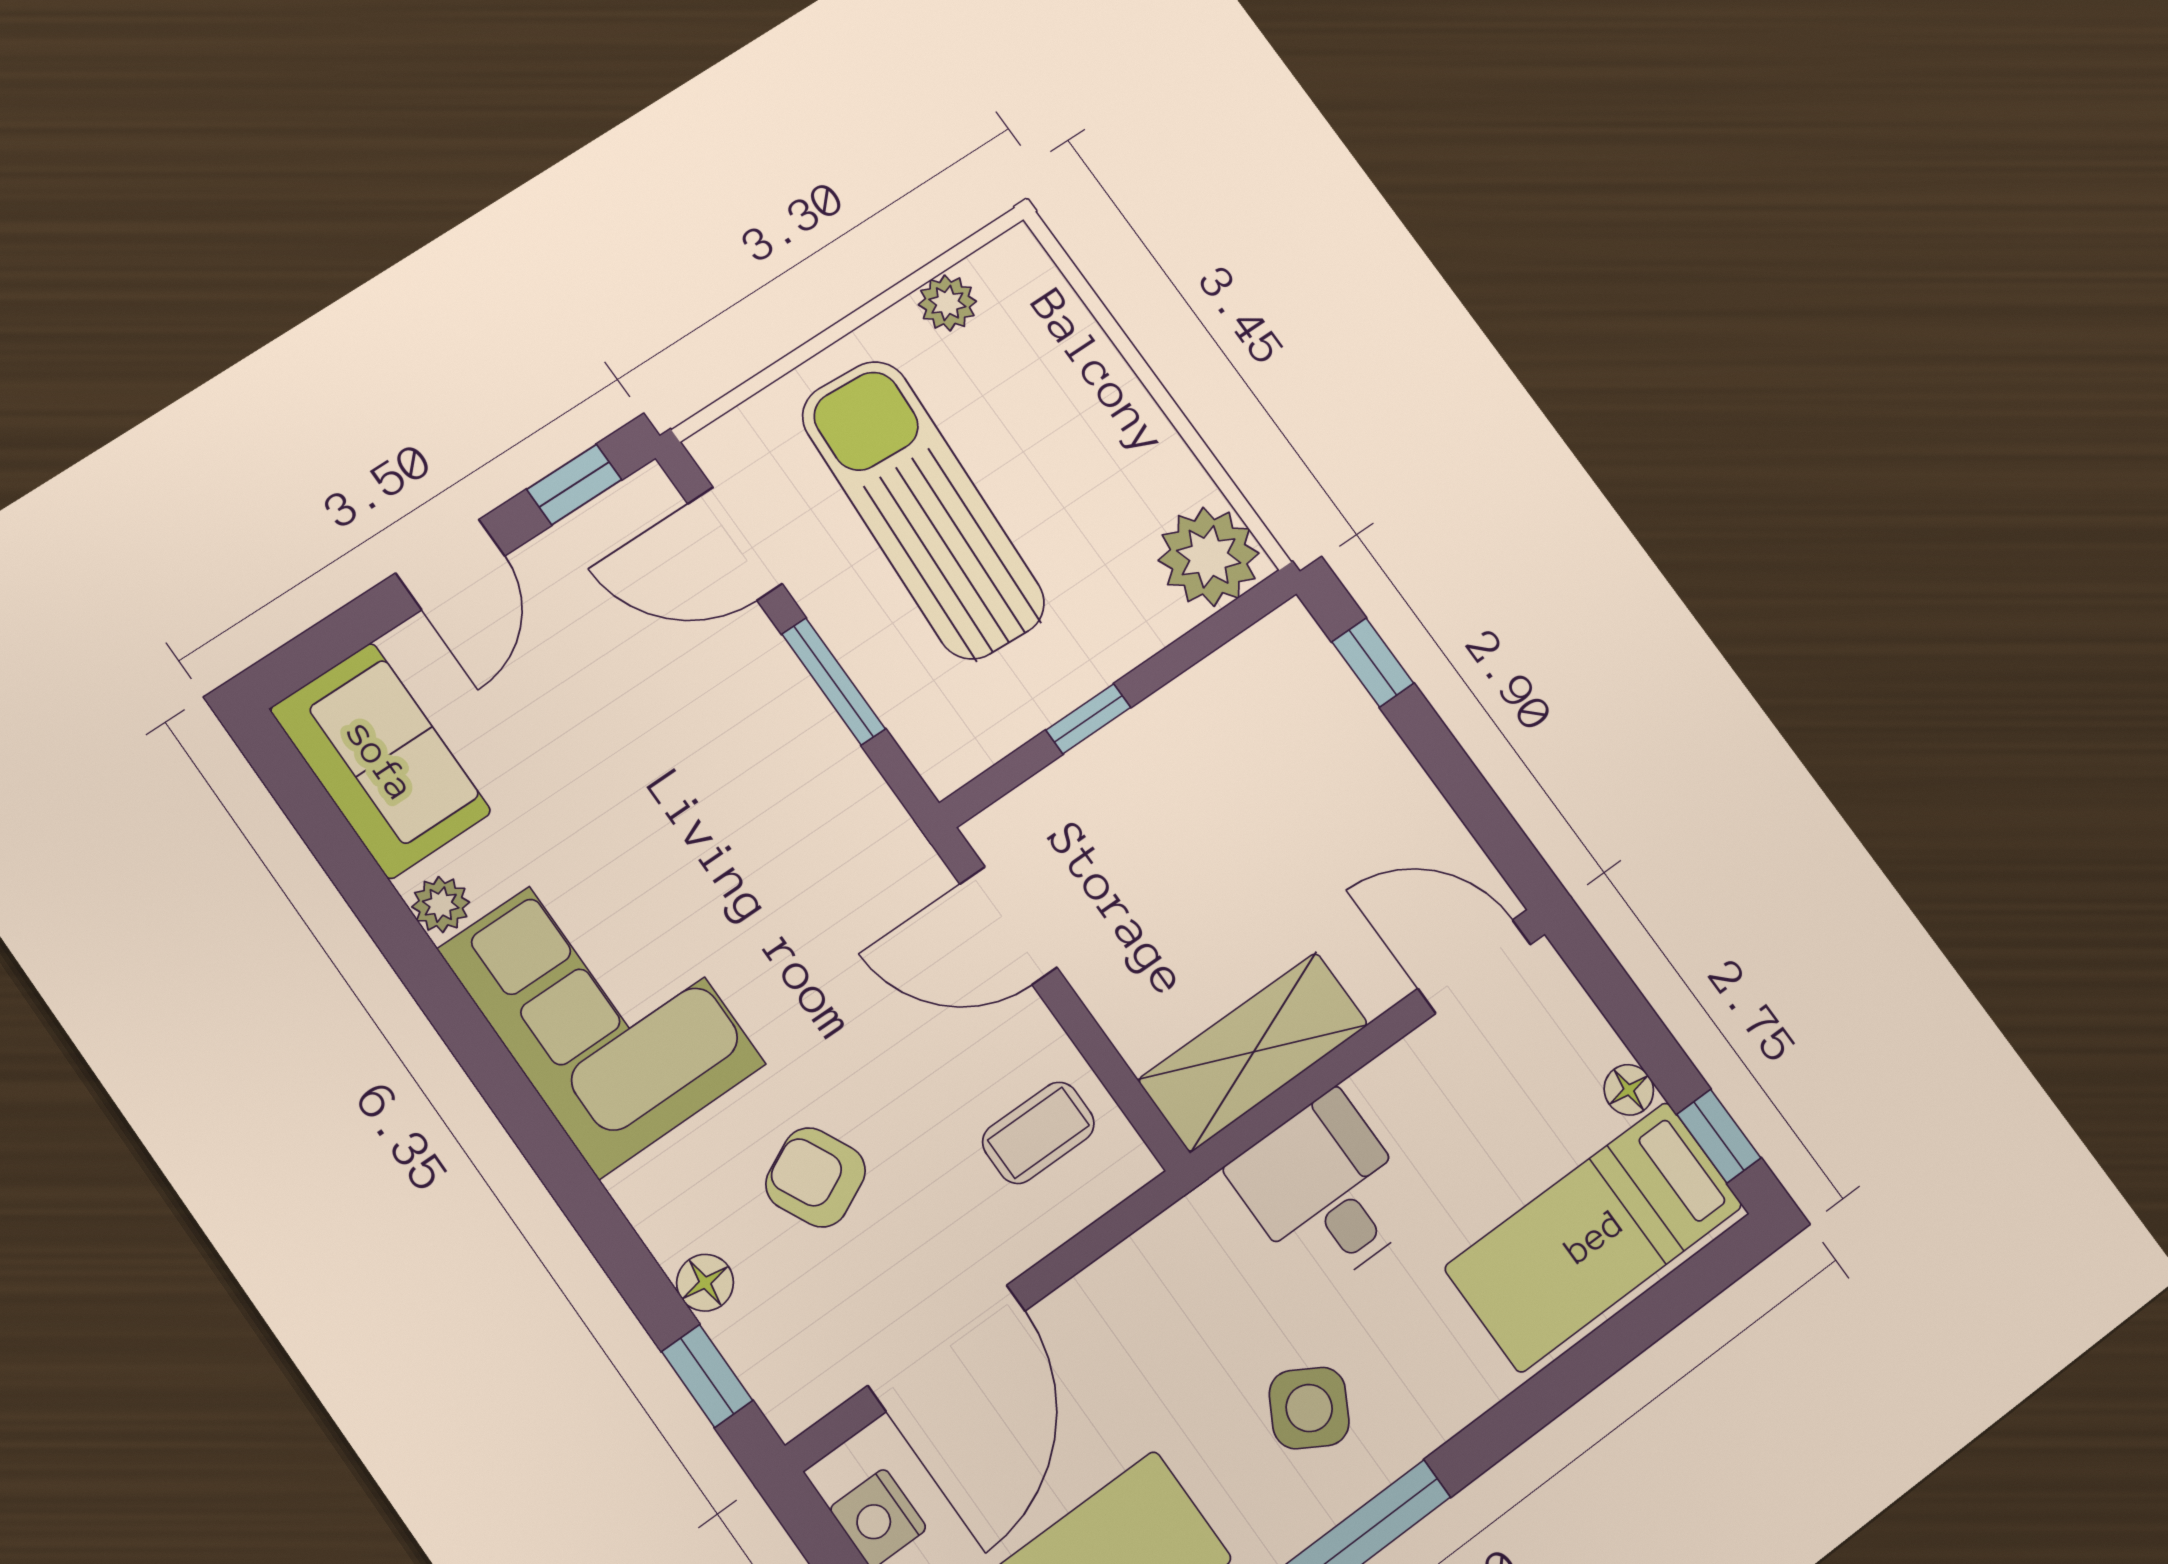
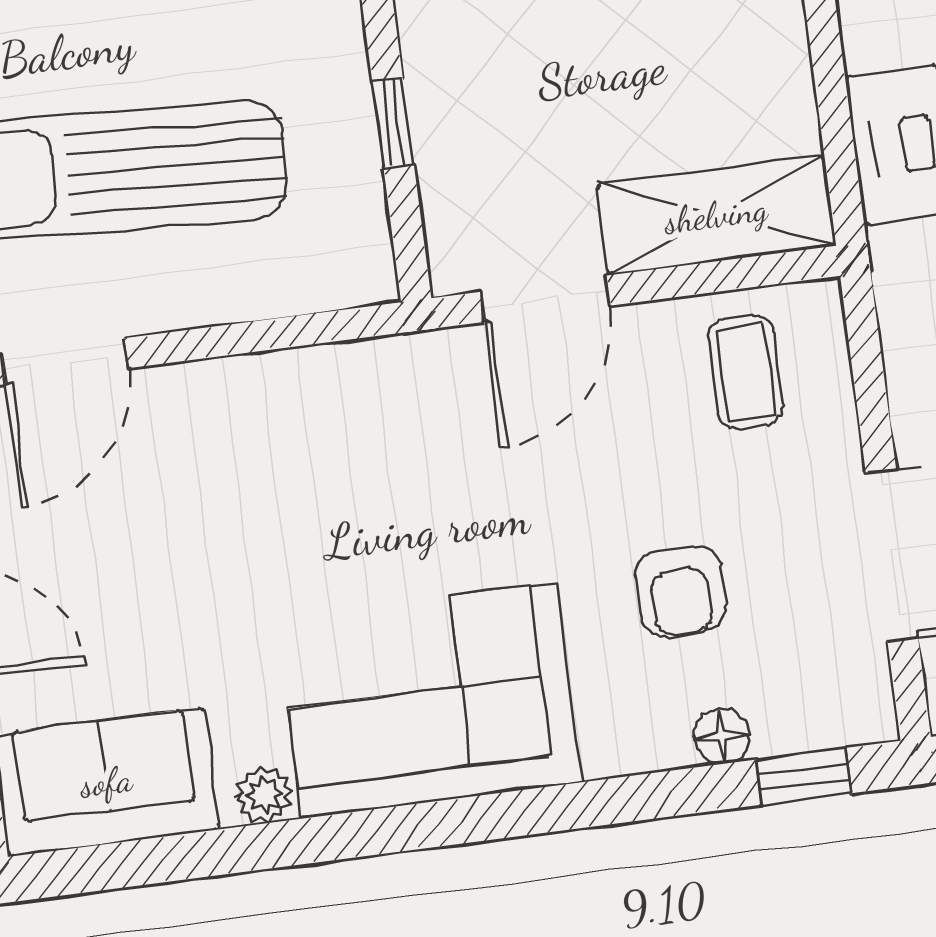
window: (834, 681) -> (239, 338), removed
shelving: (1254, 1052) -> (716, 215), moved, turned 90
armchair: (816, 1177) -> (680, 591), turned -64

